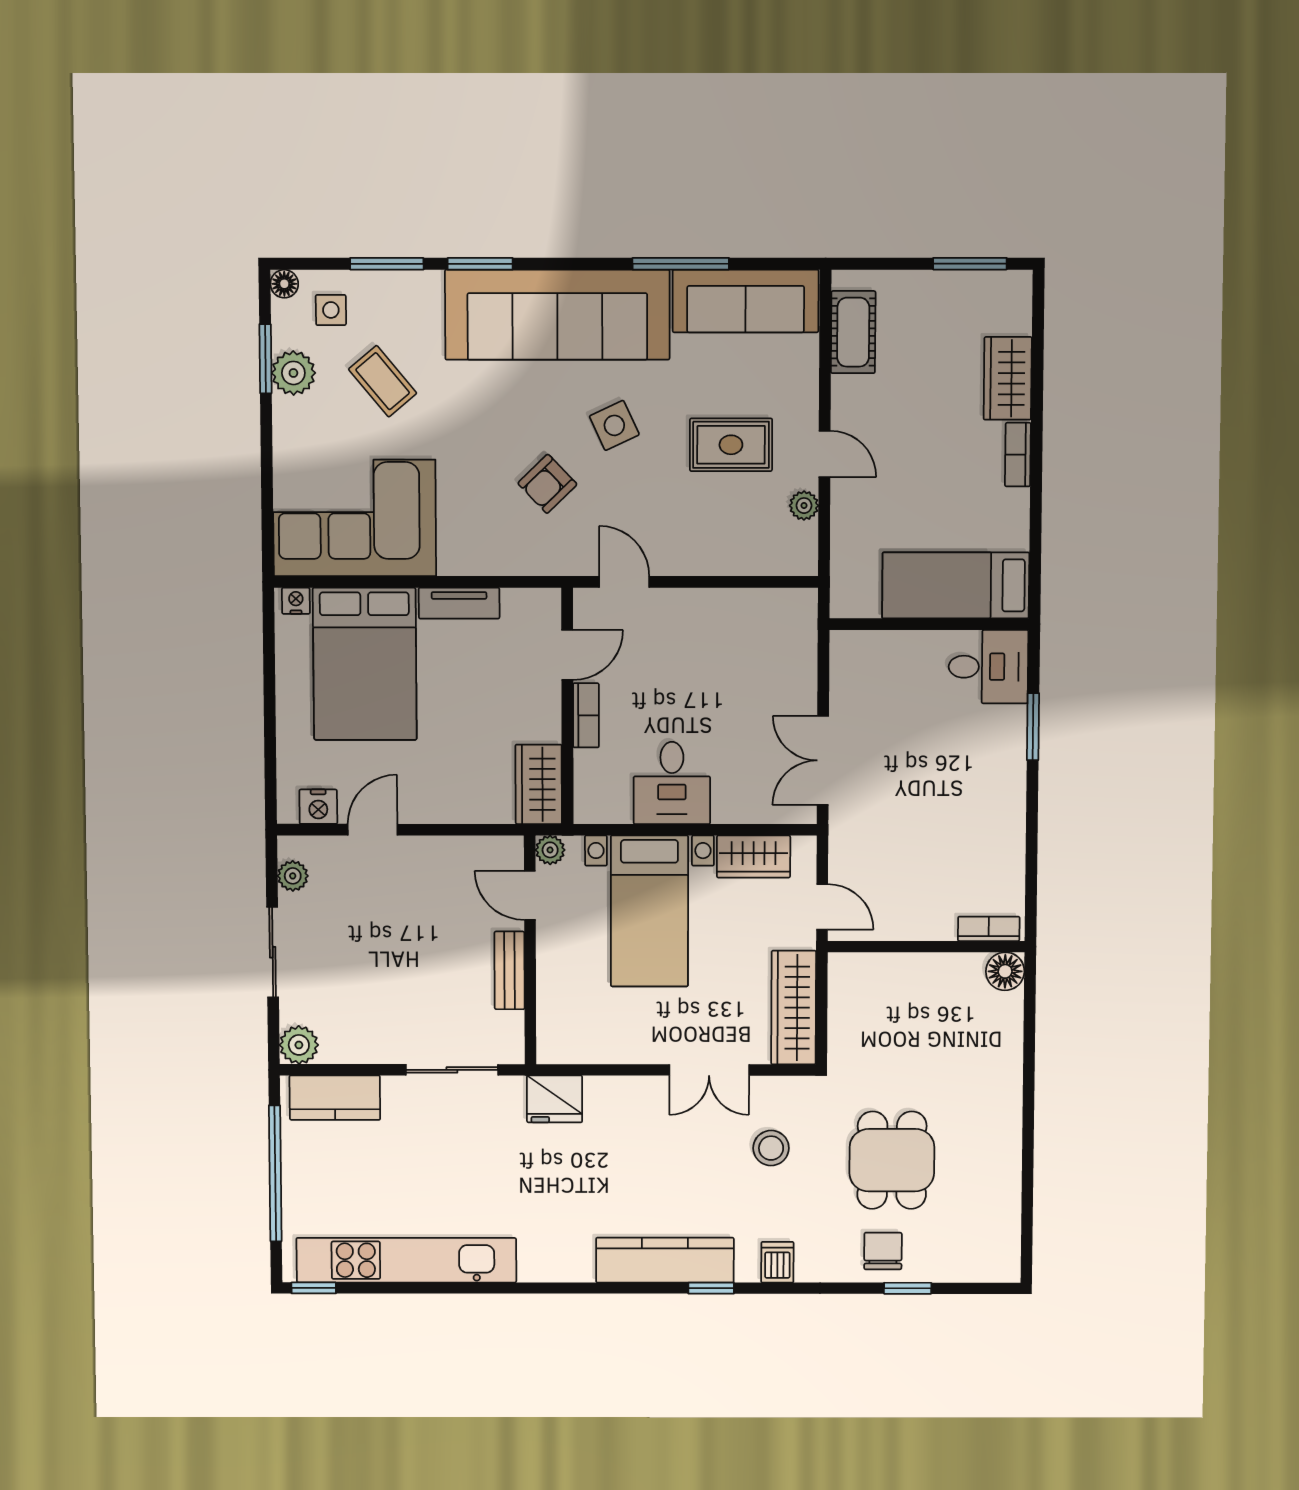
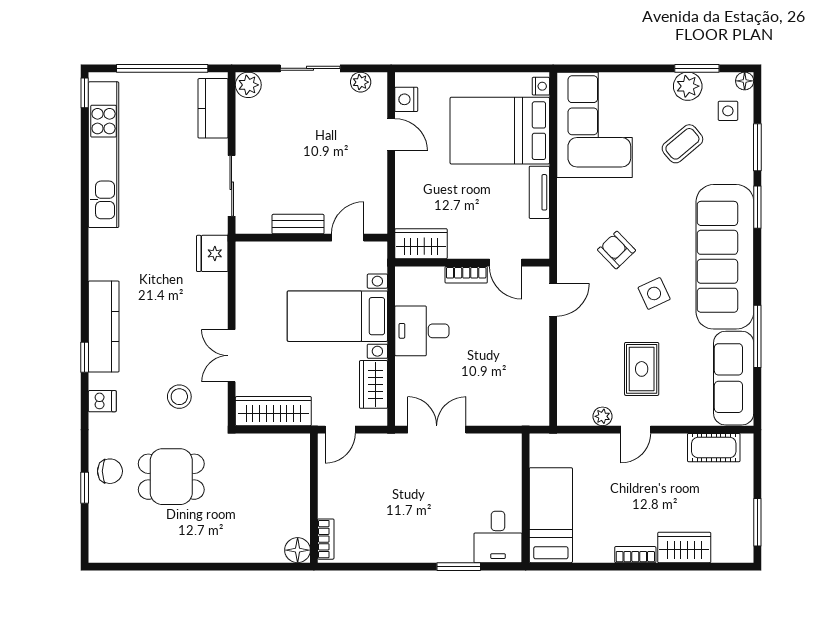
plant: (550, 850) -> (378, 251), removed

